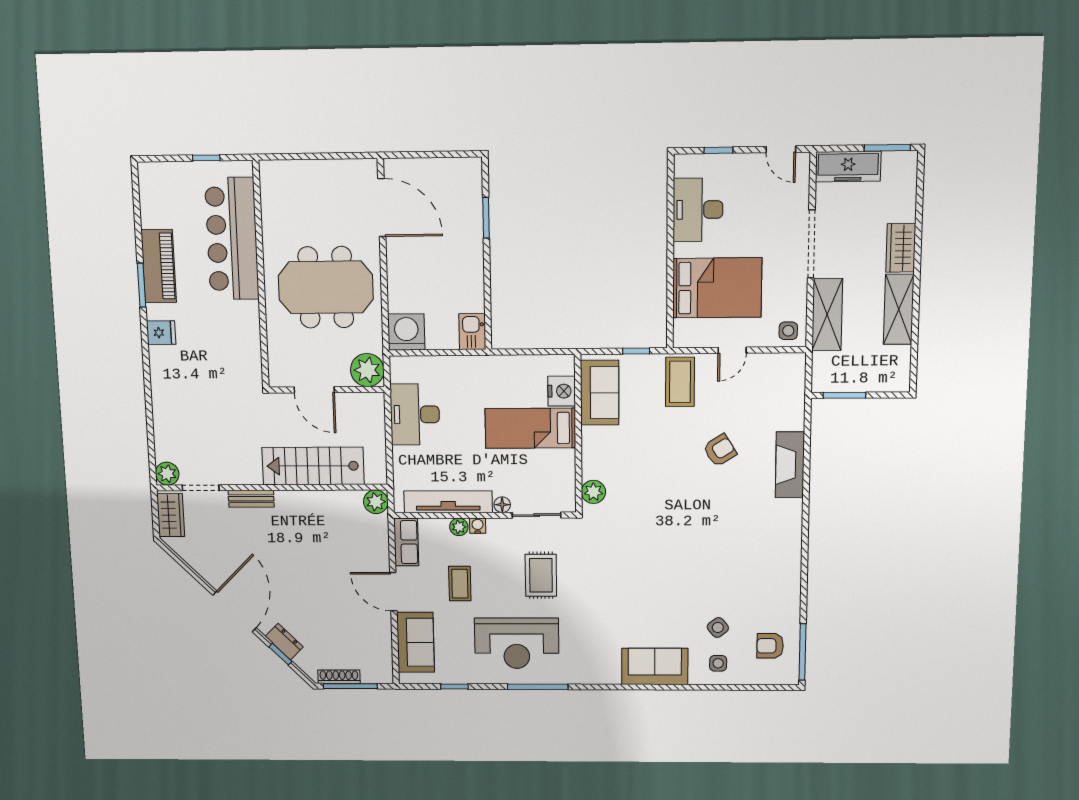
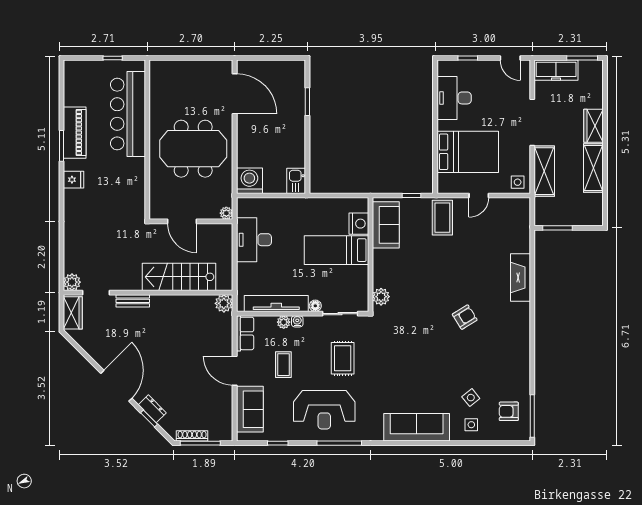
plant: (367, 370) -> (226, 213), width x0.53, depth x0.53
armchair: (720, 450) -> (465, 317), moved
sofa: (655, 666) -> (417, 427), width x1.36

